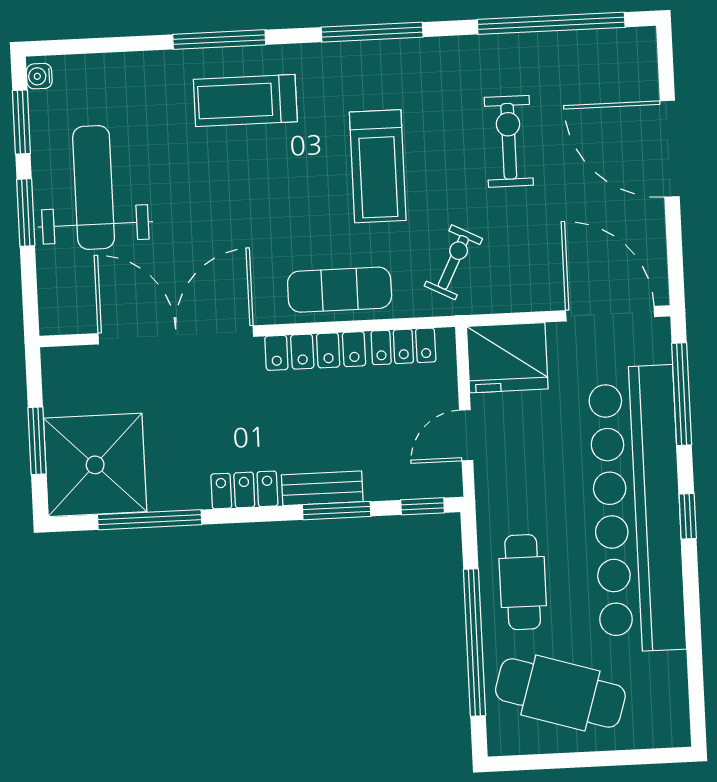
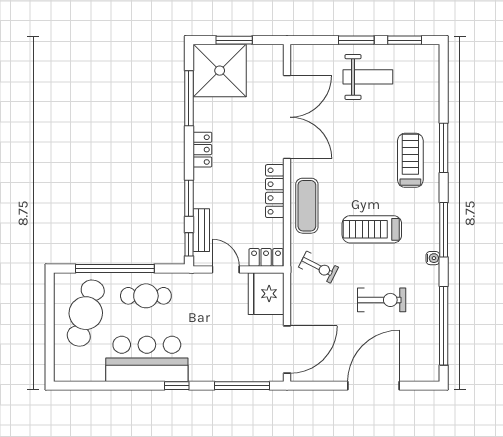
water cooler: (39, 76) -> (433, 258), moved, turned 90
weight bench: (94, 188) -> (368, 77), width x0.73, depth x0.75
locker: (403, 346) -> (266, 257), moved, turned 90
bench: (322, 488) -> (201, 230), moved
bar counter: (637, 509) -> (147, 359), width x0.54

